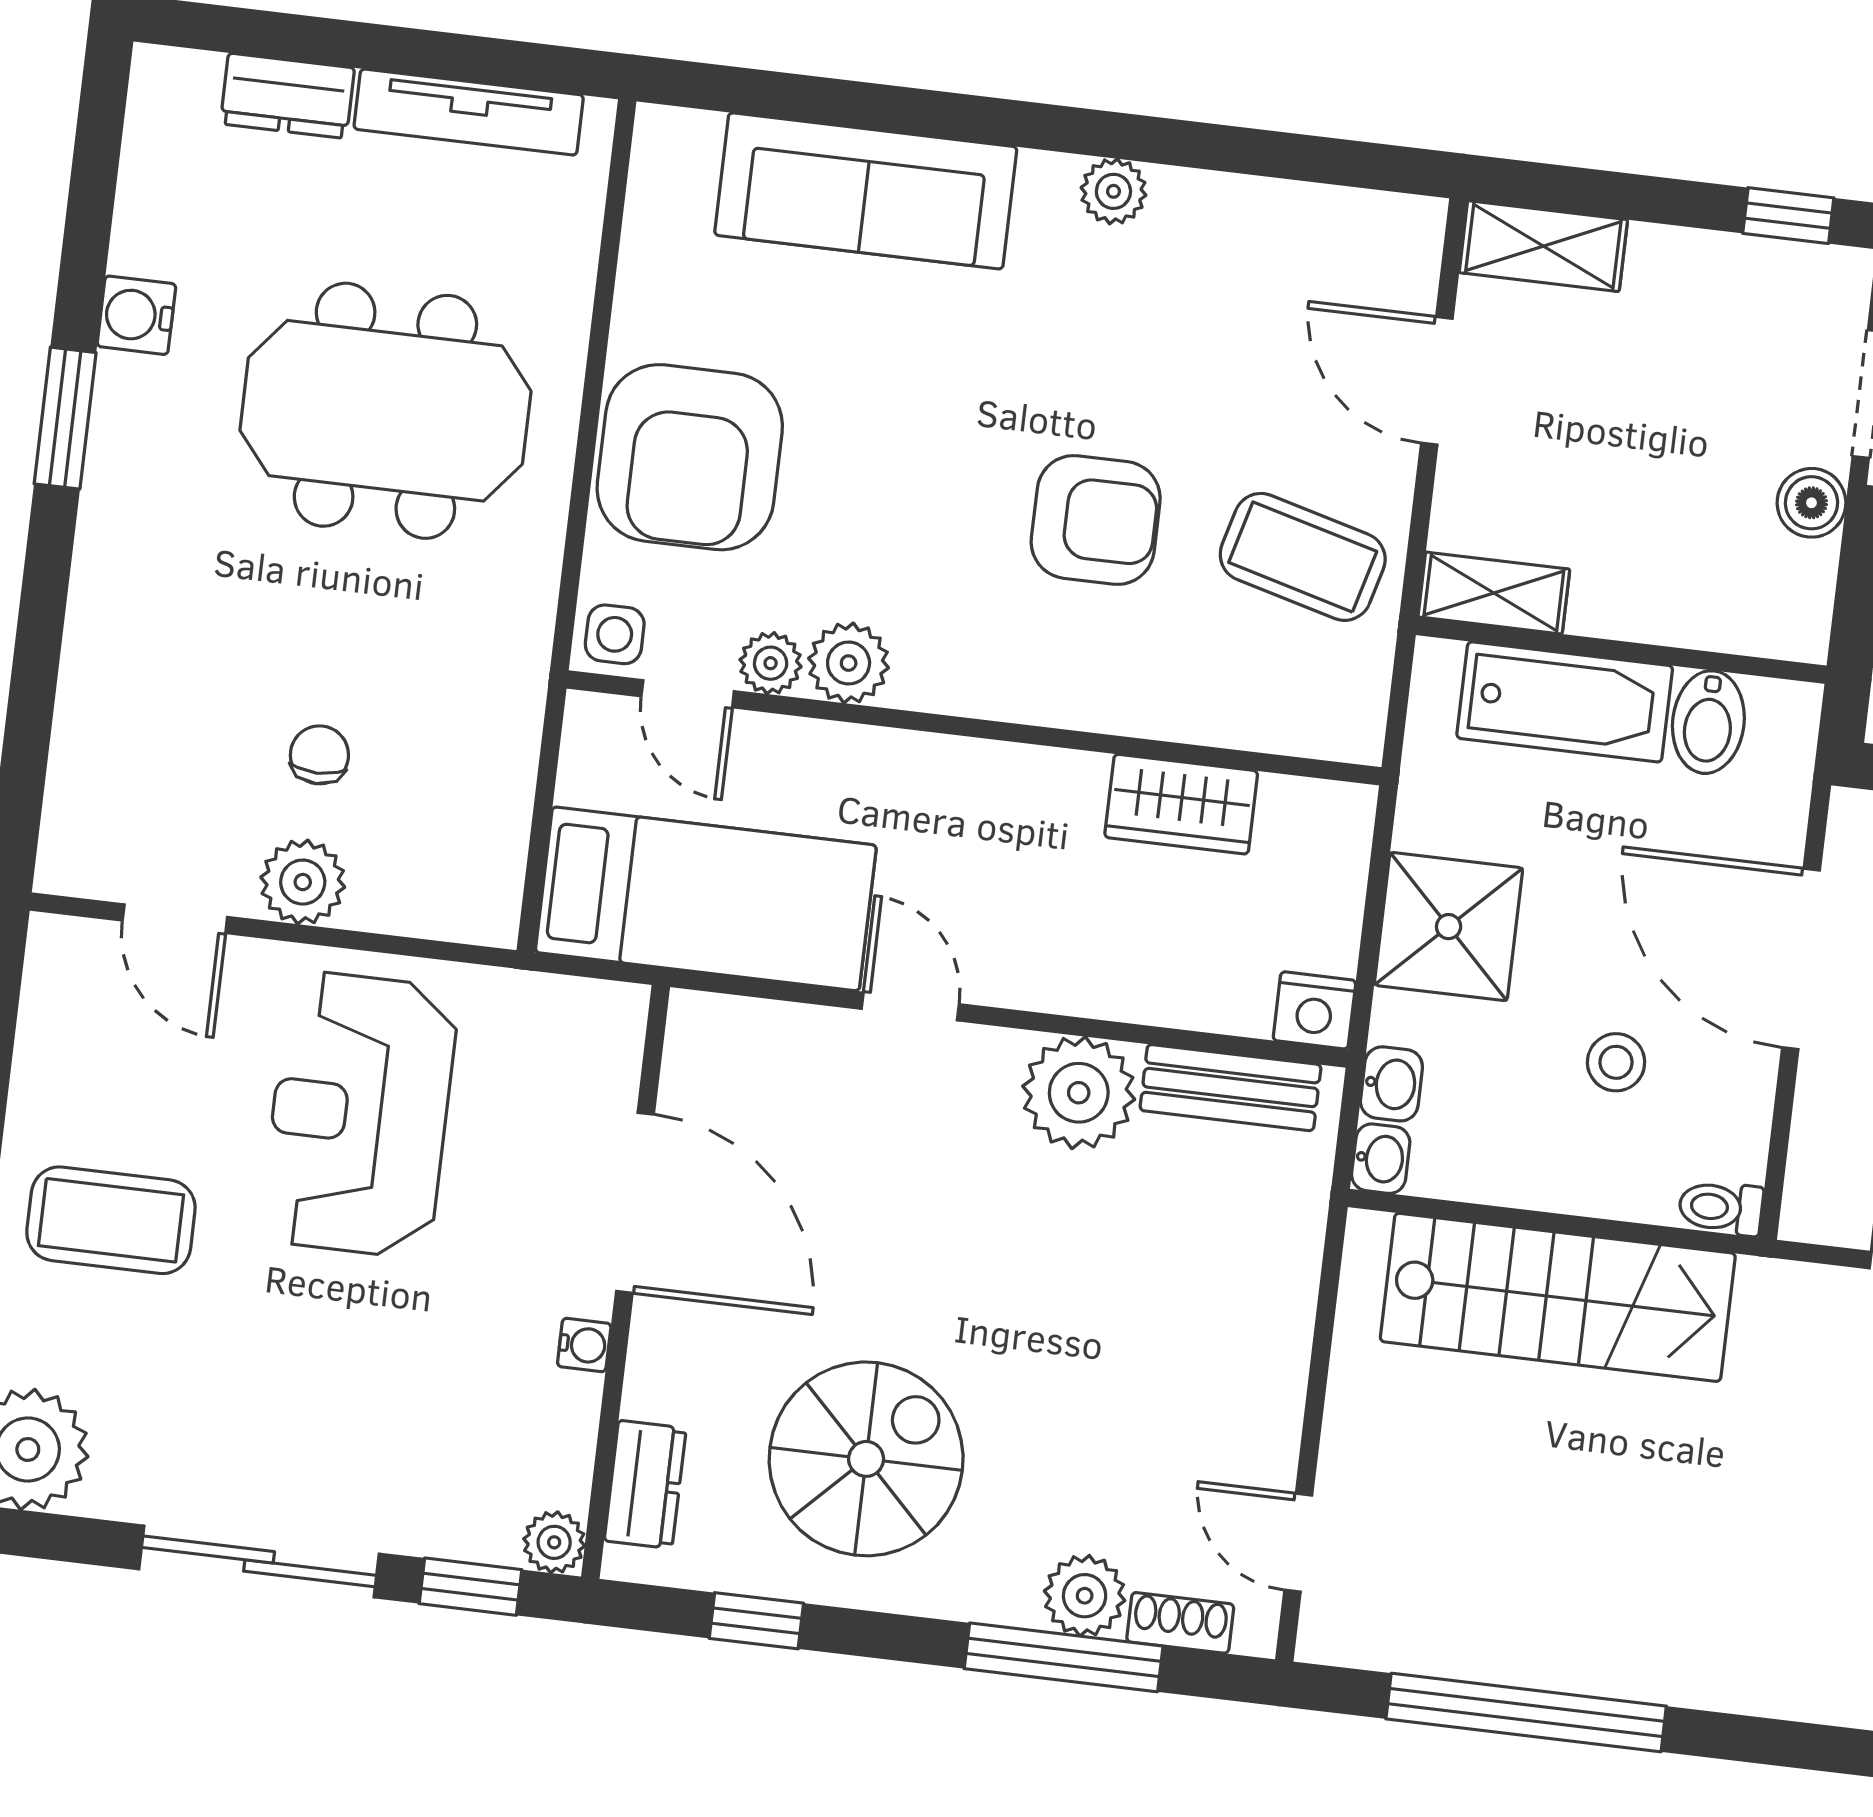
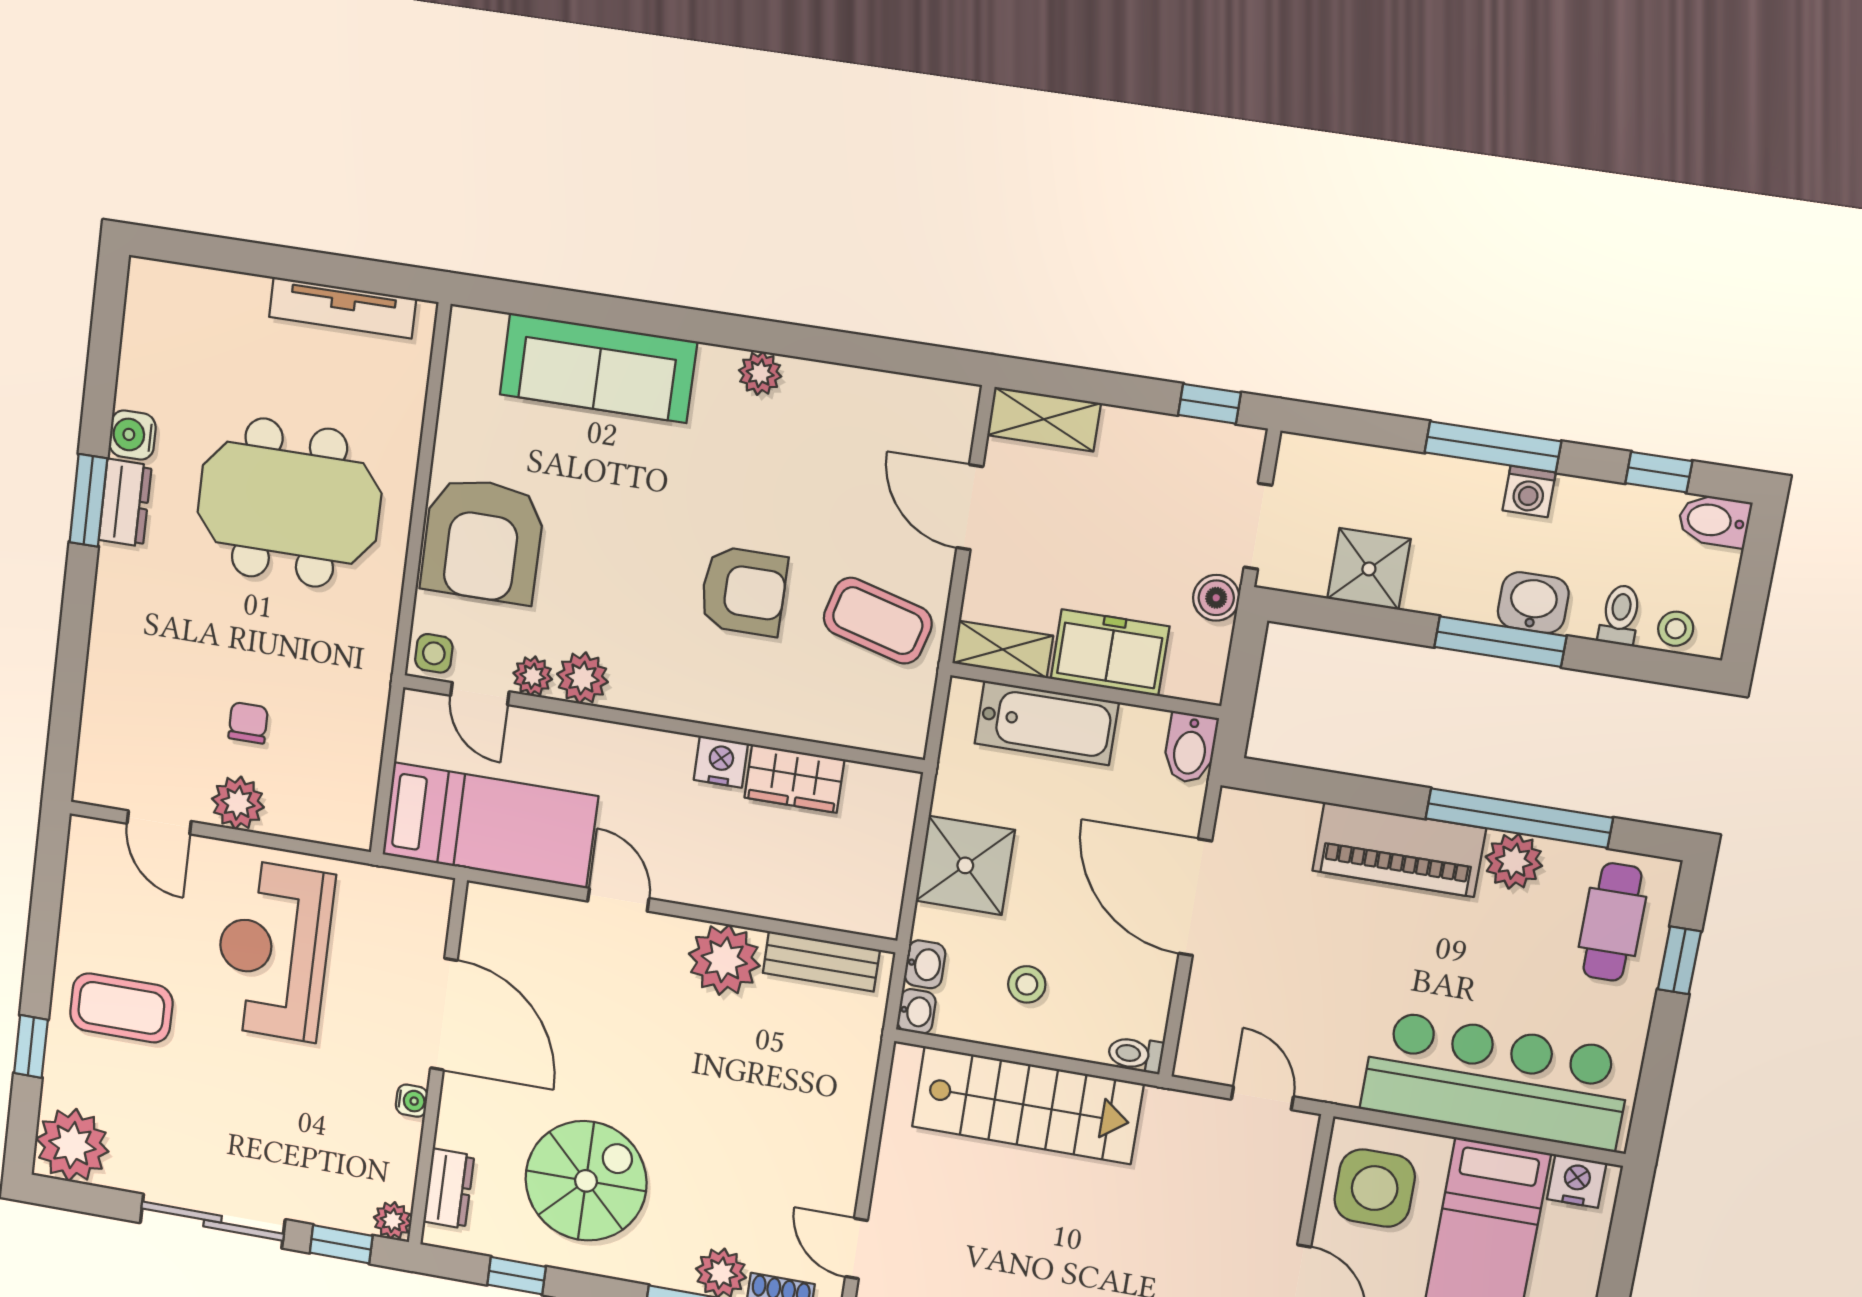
dresser: (287, 96) -> (125, 503), moved, turned -90
freezer: (1656, 591) -> (1110, 653), added
bidet: (1708, 722) -> (1190, 748), moved
nightstand: (1314, 1010) -> (721, 762), moved, turned 180
stool: (1616, 1062) -> (1027, 984), moved

